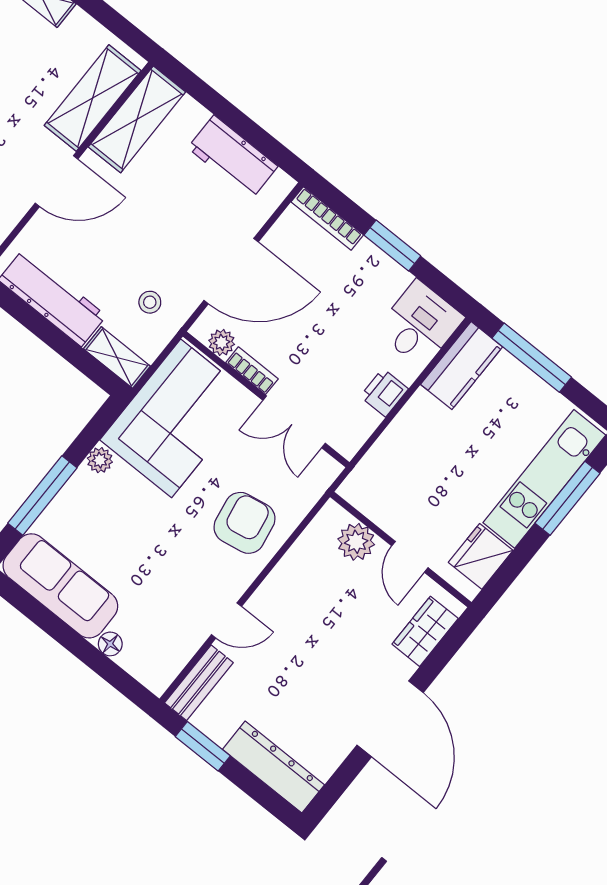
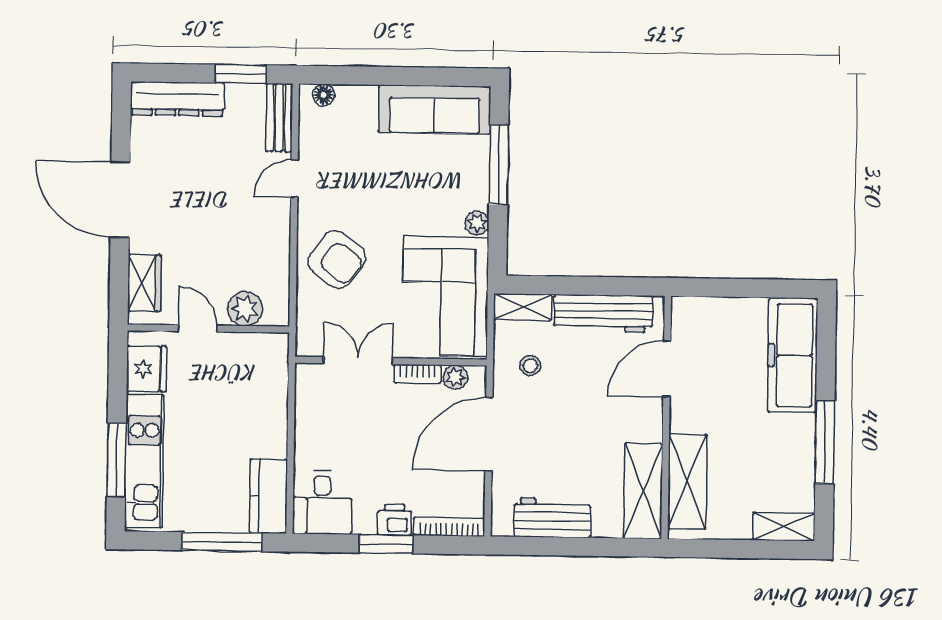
door: (56, 181) -> (667, 369), moved
printer: (384, 393) -> (394, 520), moved, turned -90
armchair: (244, 523) -> (337, 259), turned -43
floor lamp: (110, 644) -> (324, 95), moved

